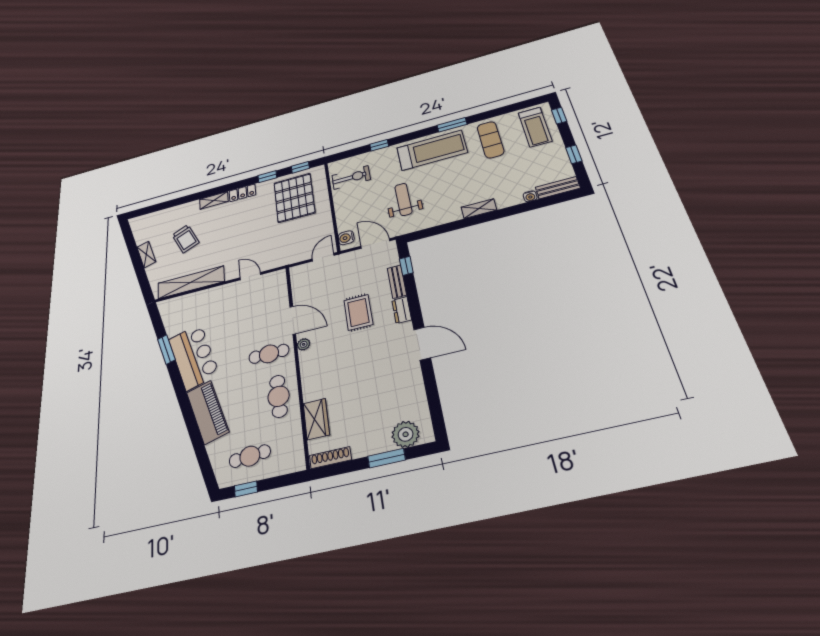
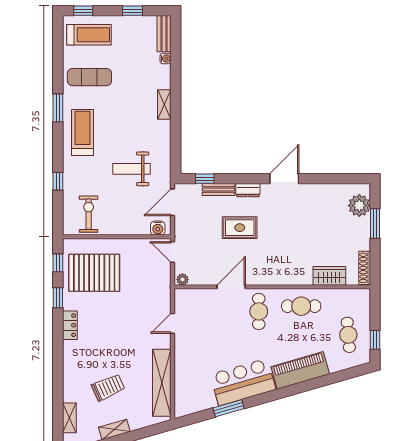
treadmill: (432, 150) -> (83, 133), width x0.73, depth x0.73
shelving: (214, 200) -> (69, 418), moved
plant: (304, 344) -> (182, 280), moved

